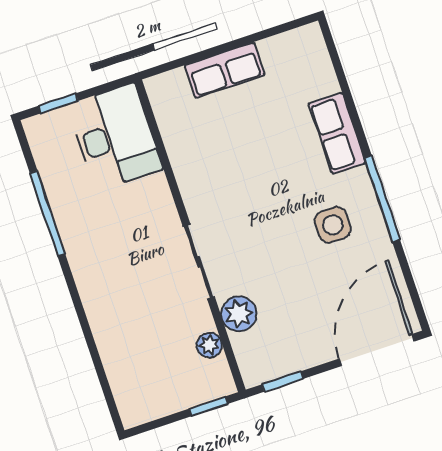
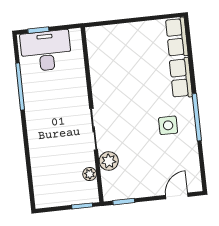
row of seats: (225, 70) -> (177, 37), moved, turned 90
desk: (115, 137) -> (46, 51), moved, turned -90
door: (377, 350) -> (177, 196), width x0.53

